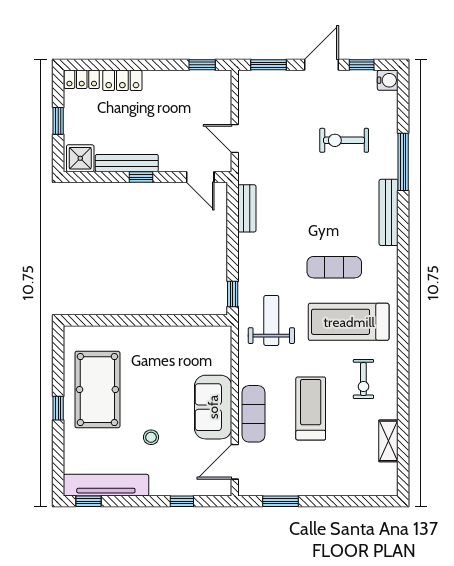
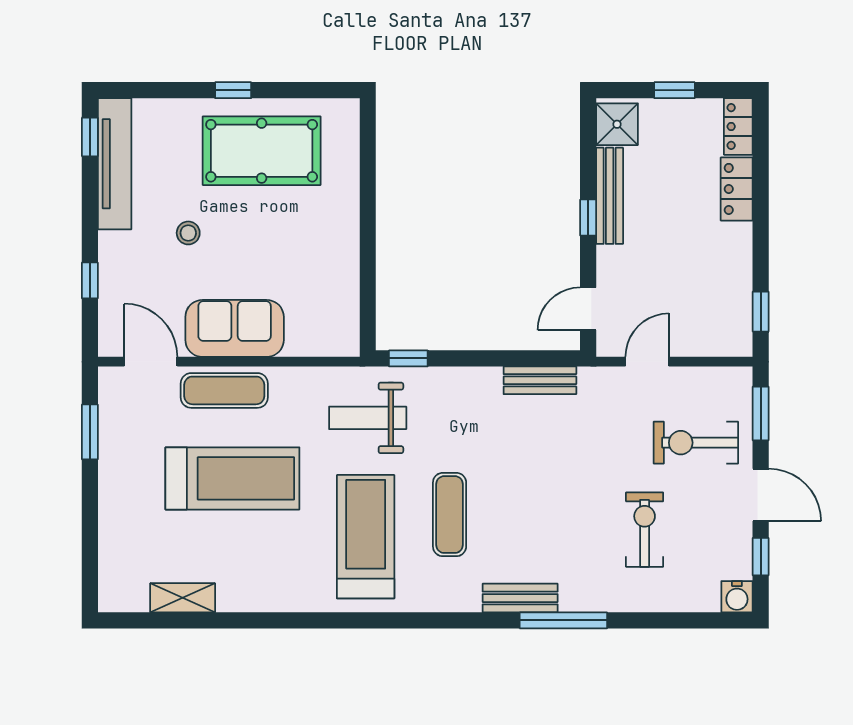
window: (403, 162) -> (563, 620), moved
bench: (389, 212) -> (520, 598), width x0.73
weight bench: (271, 320) -> (368, 418), turned 180
exercise bike: (363, 379) -> (696, 443), moved, width x1.38, depth x1.39
treadmill: (311, 408) -> (232, 478), width x1.37, depth x1.38

